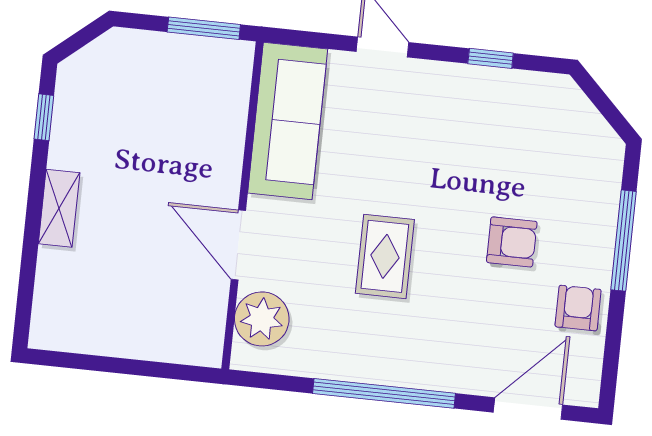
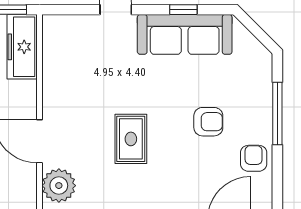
freezer: (226, 91) -> (22, 47), added
sofa: (288, 121) -> (185, 34), moved, turned 90

